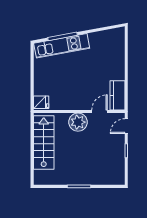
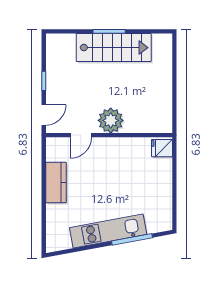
kitchen unit: (62, 46) -> (108, 231), moved
kitchen counter: (117, 95) -> (56, 182), moved
stairs: (44, 143) -> (114, 48), moved, turned -90

